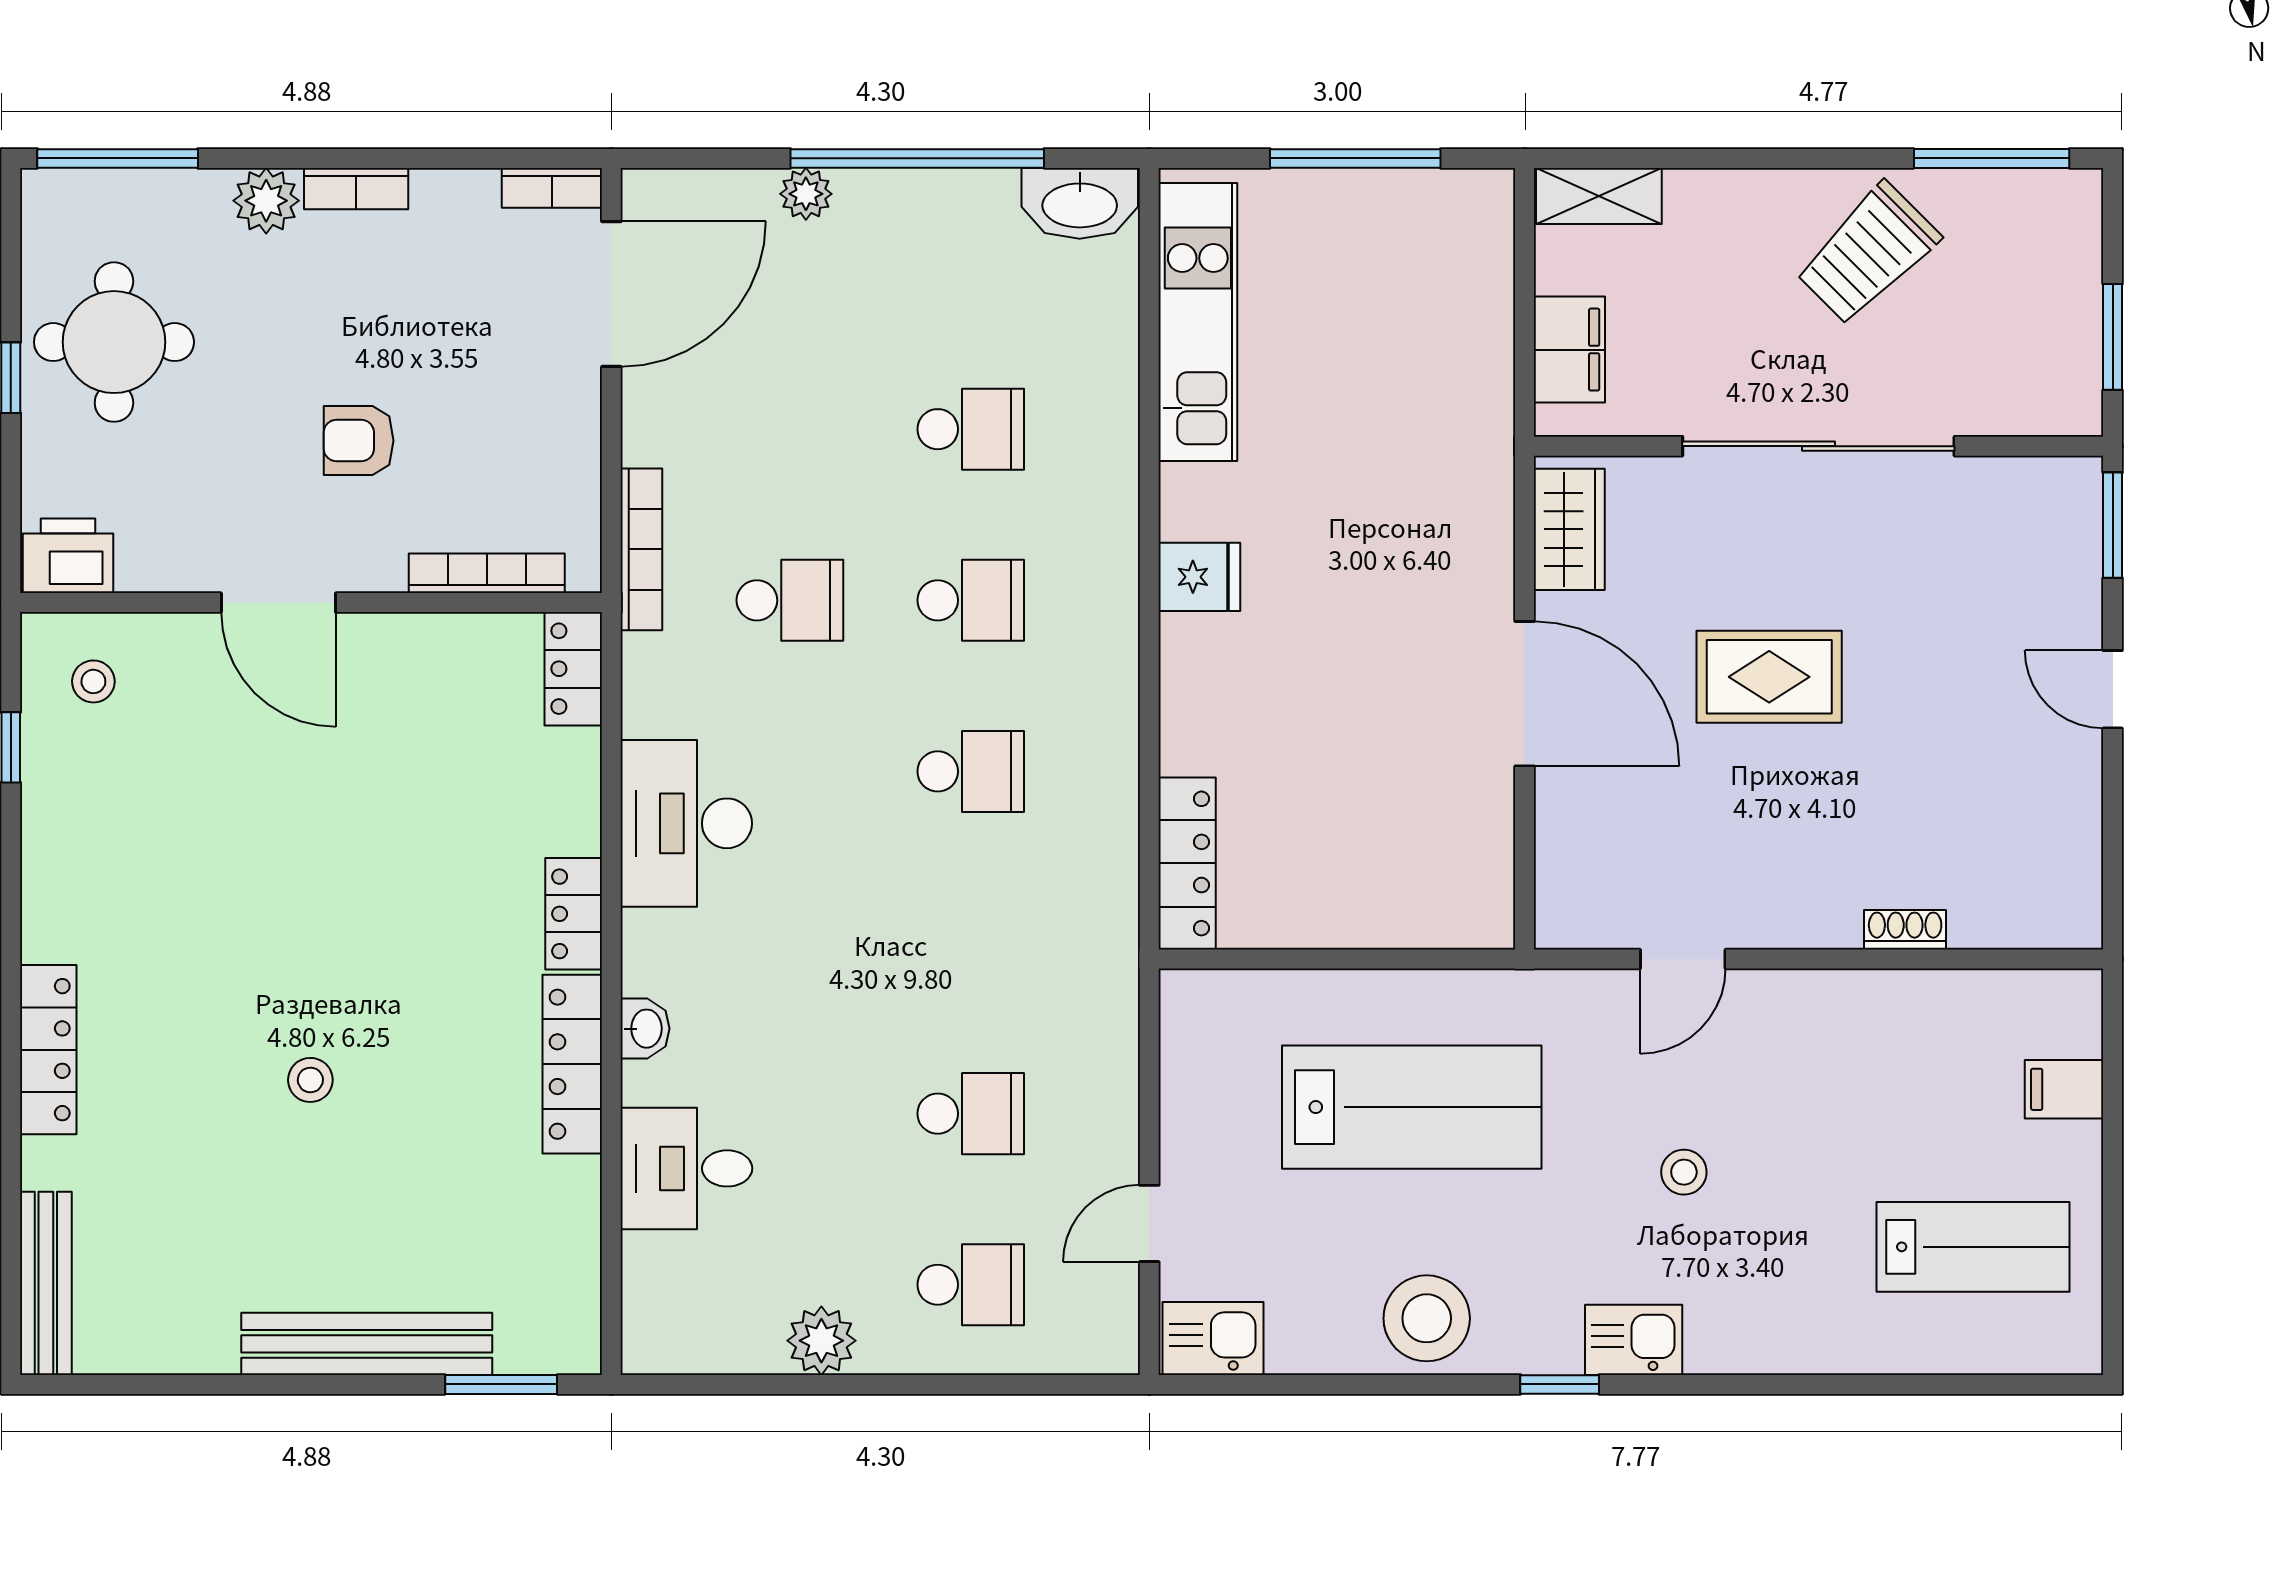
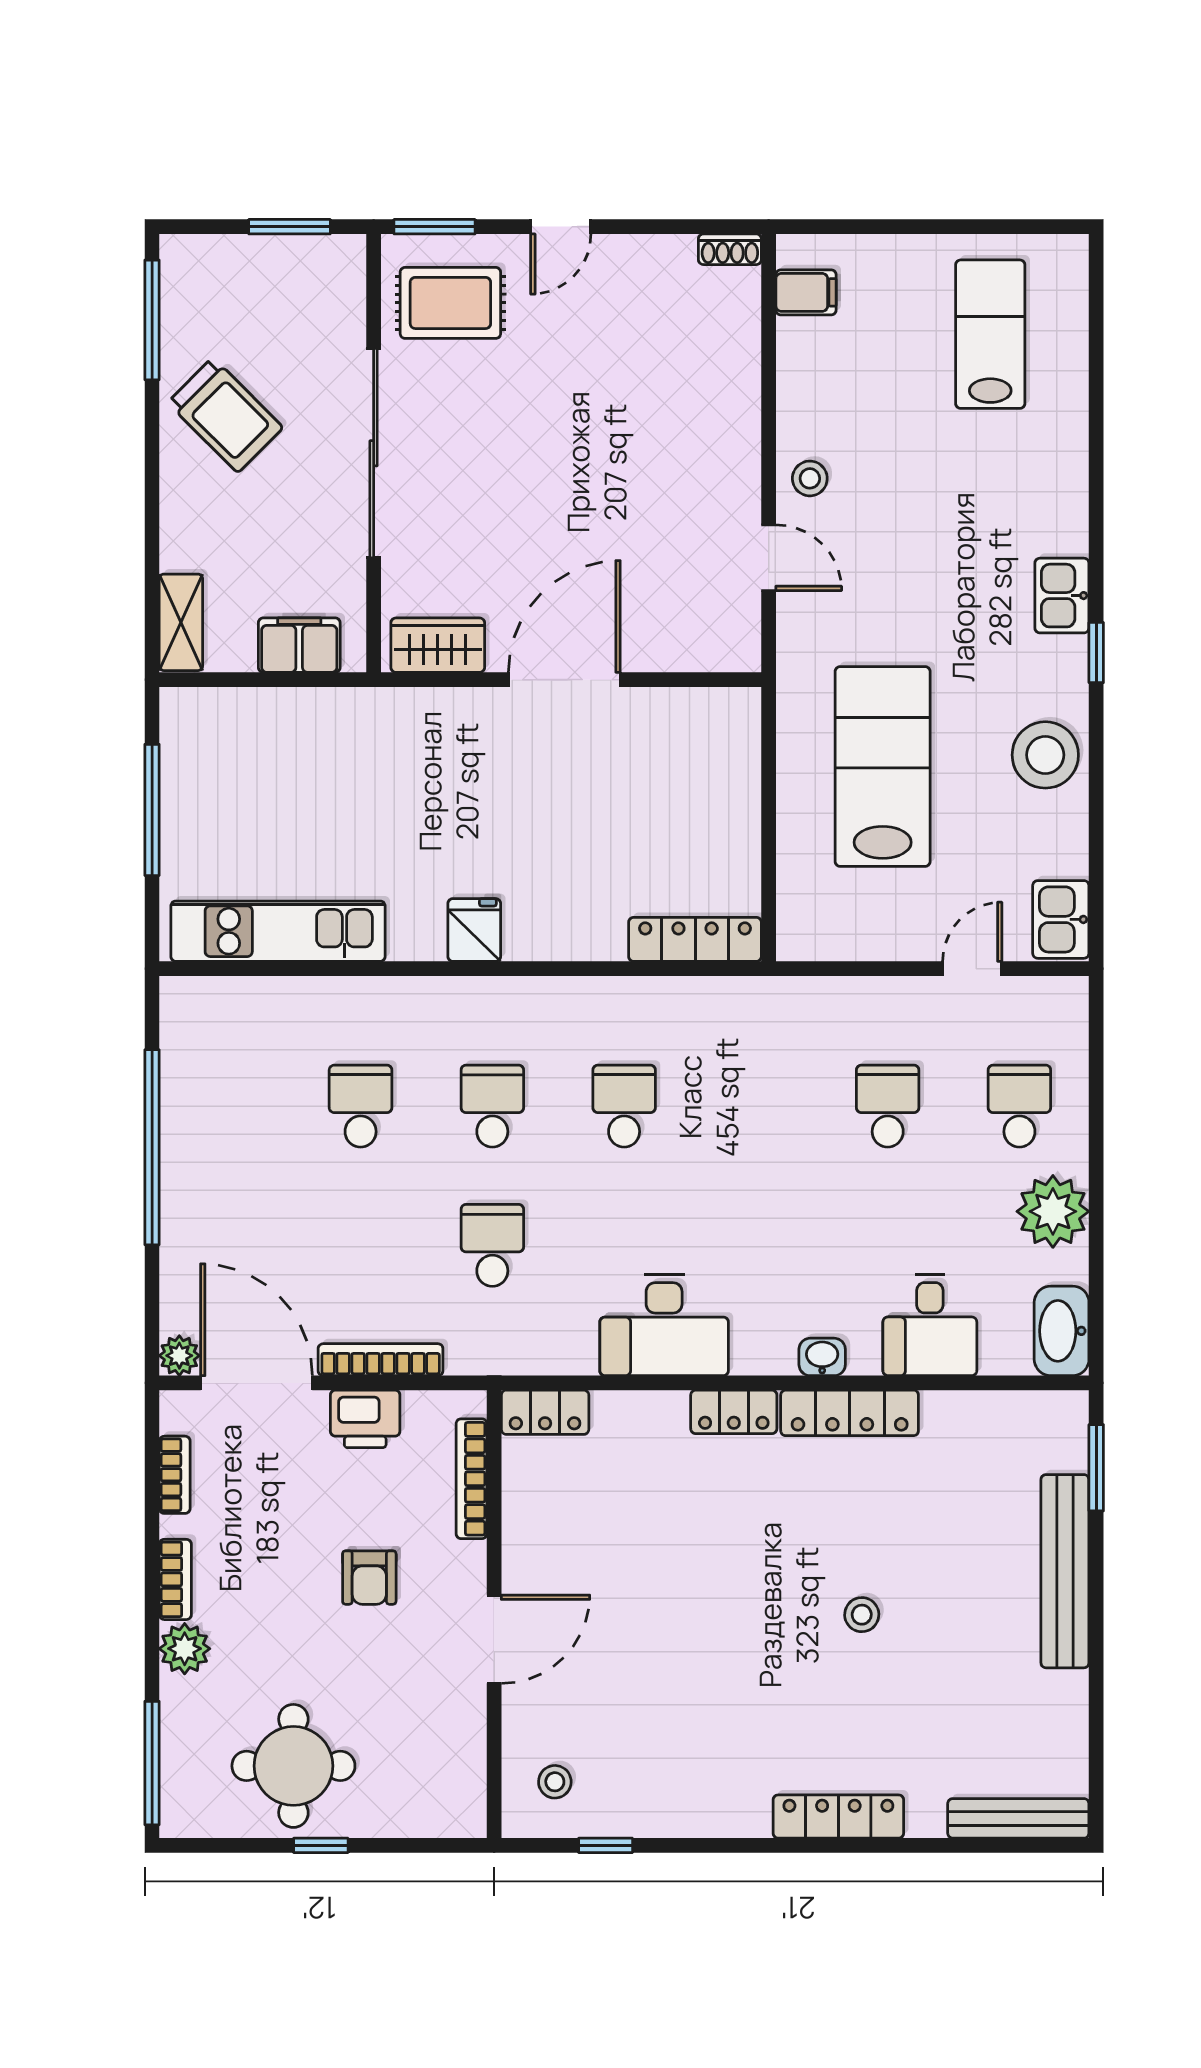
bookcase: (552, 188) -> (175, 1475), moved
plant: (806, 194) -> (179, 1356), moved
washbasin: (1080, 203) -> (1062, 1331), moved, turned 180
bookcase: (641, 549) -> (381, 1360), moved
printer: (68, 556) -> (365, 1419), moved, turned -90
rug: (1769, 677) -> (450, 303), moved, turned 90
shoe rack: (1905, 930) -> (730, 249), moved, turned -90
filing cabinet: (2064, 1089) -> (806, 292), moved, turned -90
stool: (1684, 1172) -> (810, 478), moved
door: (1149, 1223) -> (972, 969), swing flipped
plant: (821, 1341) -> (1053, 1211), width x1.36, depth x1.36

